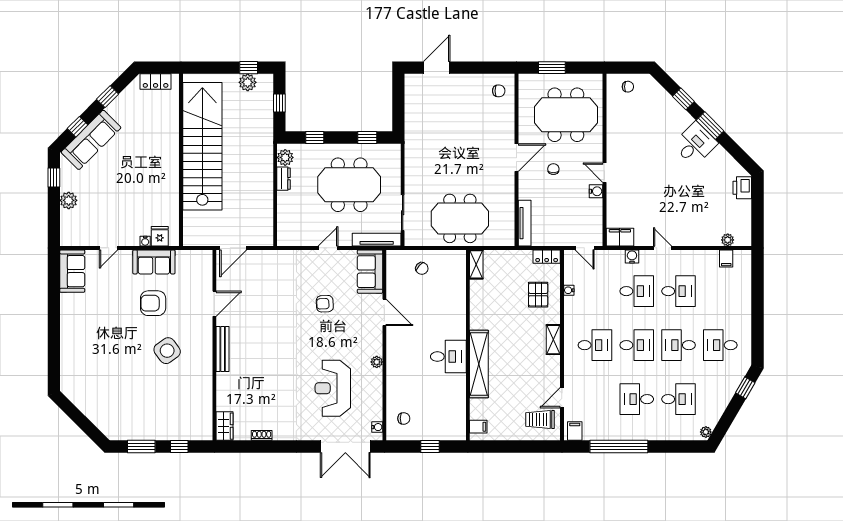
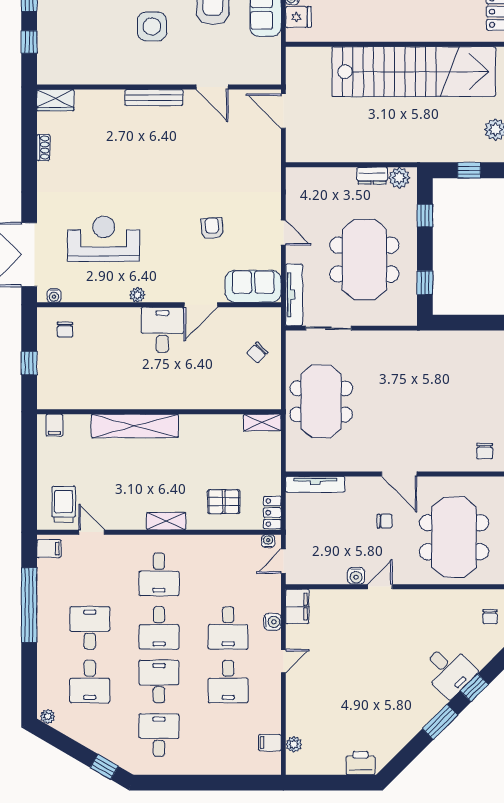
desk: (695, 144) -> (449, 671), moved
water cooler: (569, 290) -> (268, 541), moved
side table: (167, 351) -> (152, 26), turned 36
desk: (448, 357) -> (162, 330), moved, turned 180

